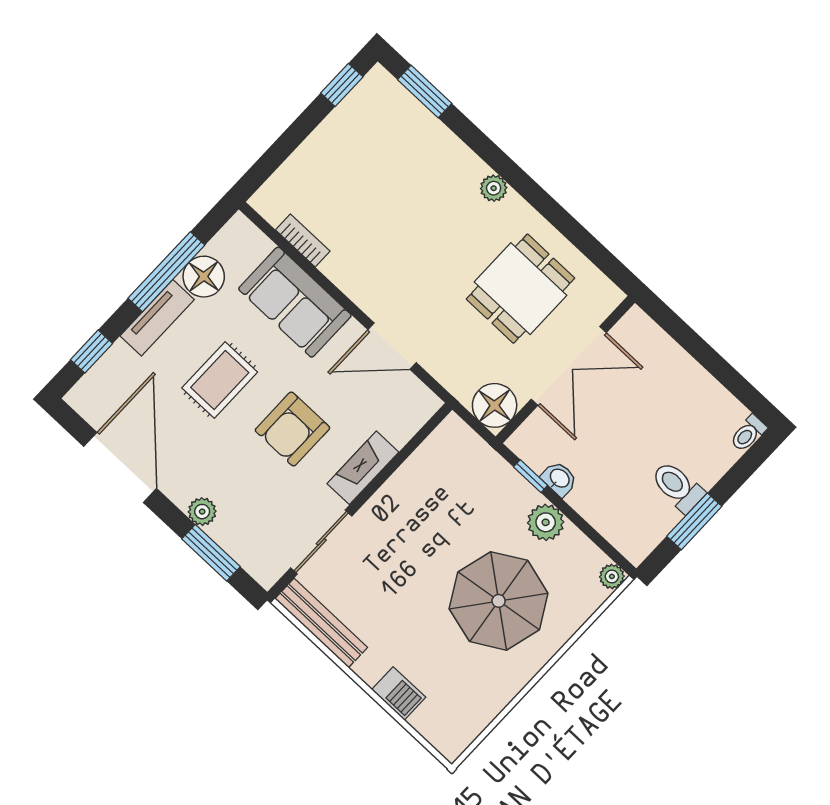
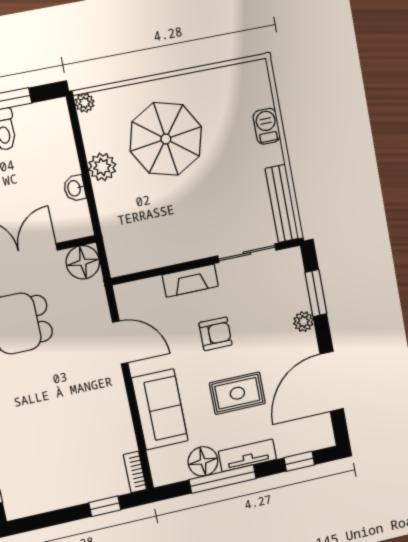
window: (342, 85) -> (105, 506), moved
bookcase: (303, 241) -> (135, 472), moved
armchair: (292, 429) -> (216, 334), width x0.72, depth x0.72
window: (531, 476) -> (91, 203), removed

